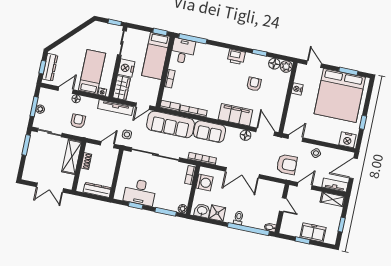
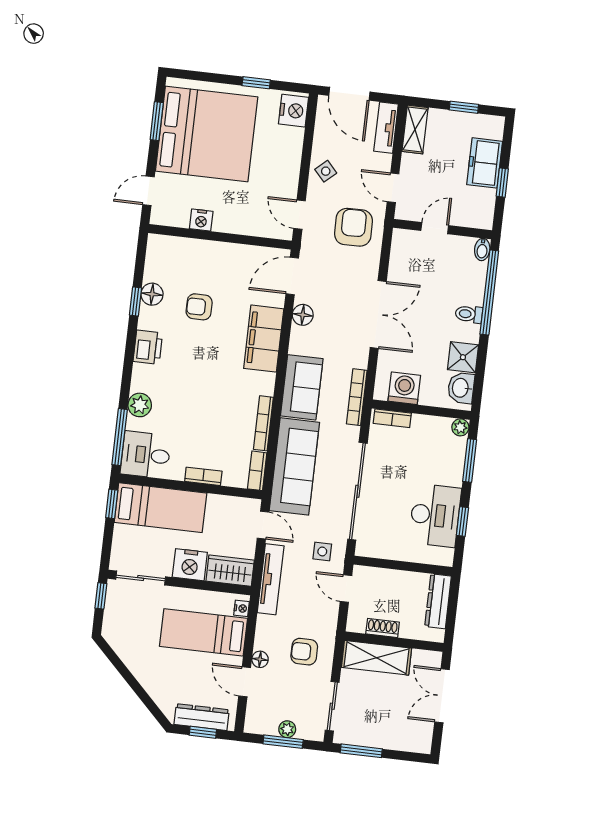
floor lamp: (274, 64) -> (152, 294), moved
plant: (286, 67) -> (140, 405), moved
double door: (50, 188) -> (442, 696), swing flipped

